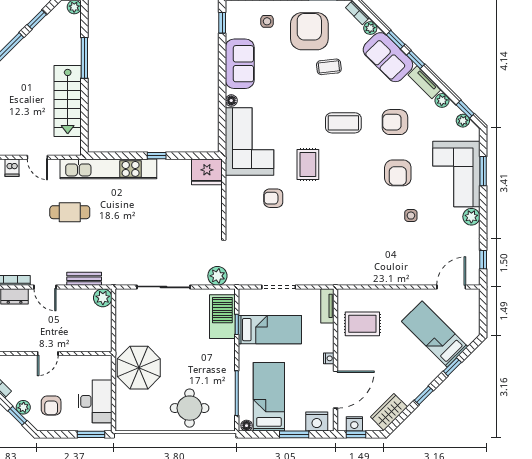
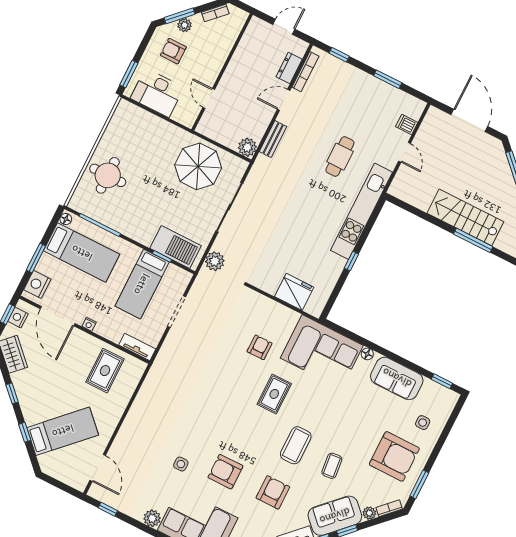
coffee table: (329, 67) -> (332, 466), moved
stairs: (68, 101) -> (465, 217), moved
door: (37, 157) -> (405, 152), swing flipped
rug: (308, 165) -> (274, 394), turned 90
fridge: (207, 172) -> (294, 292), moved, turned 90
door: (48, 353) -> (209, 98), moved
parasol: (139, 368) -> (198, 166), moved
window: (17, 416) -> (180, 16), width x1.50

